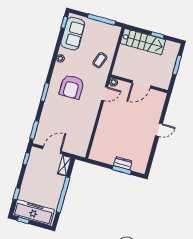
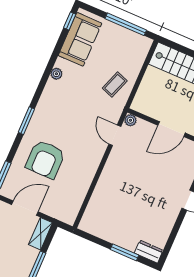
armchair: (72, 87) -> (45, 159), moved
door: (105, 94) -> (115, 135), swing flipped
dresser: (123, 163) -> (149, 252), moved

